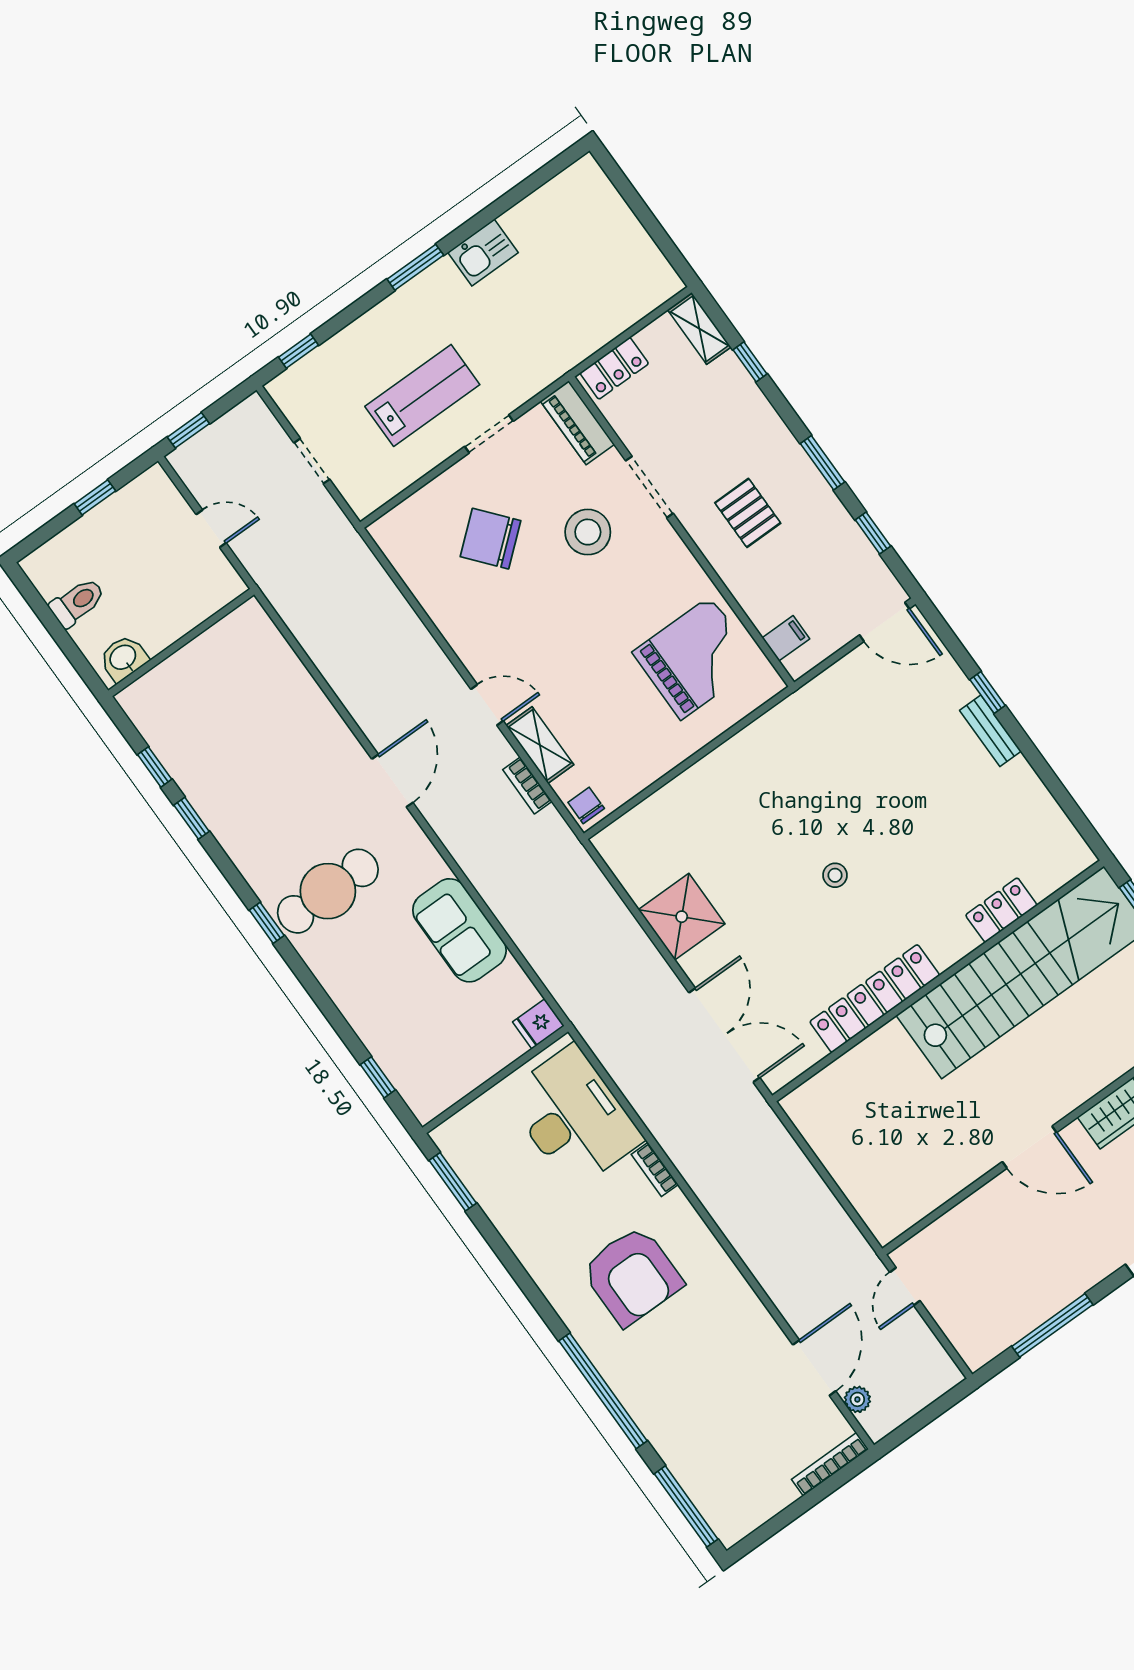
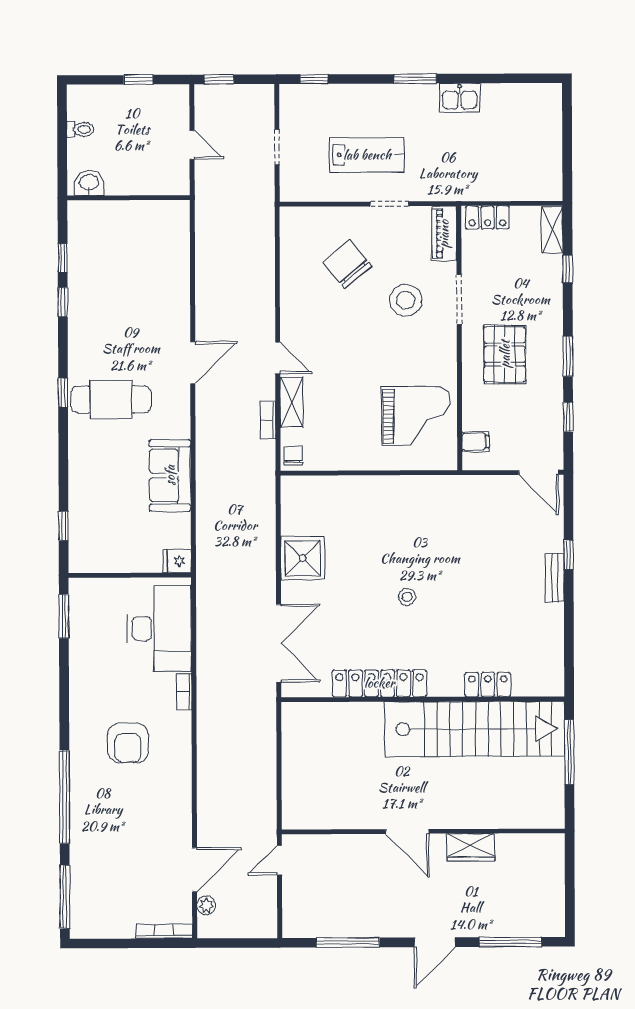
pallet: (748, 513) -> (505, 354), width x1.50, depth x1.42
toilet: (77, 602) -> (80, 129), width x0.73, depth x0.72
armchair: (632, 1276) -> (128, 743), width x0.73, depth x0.73

